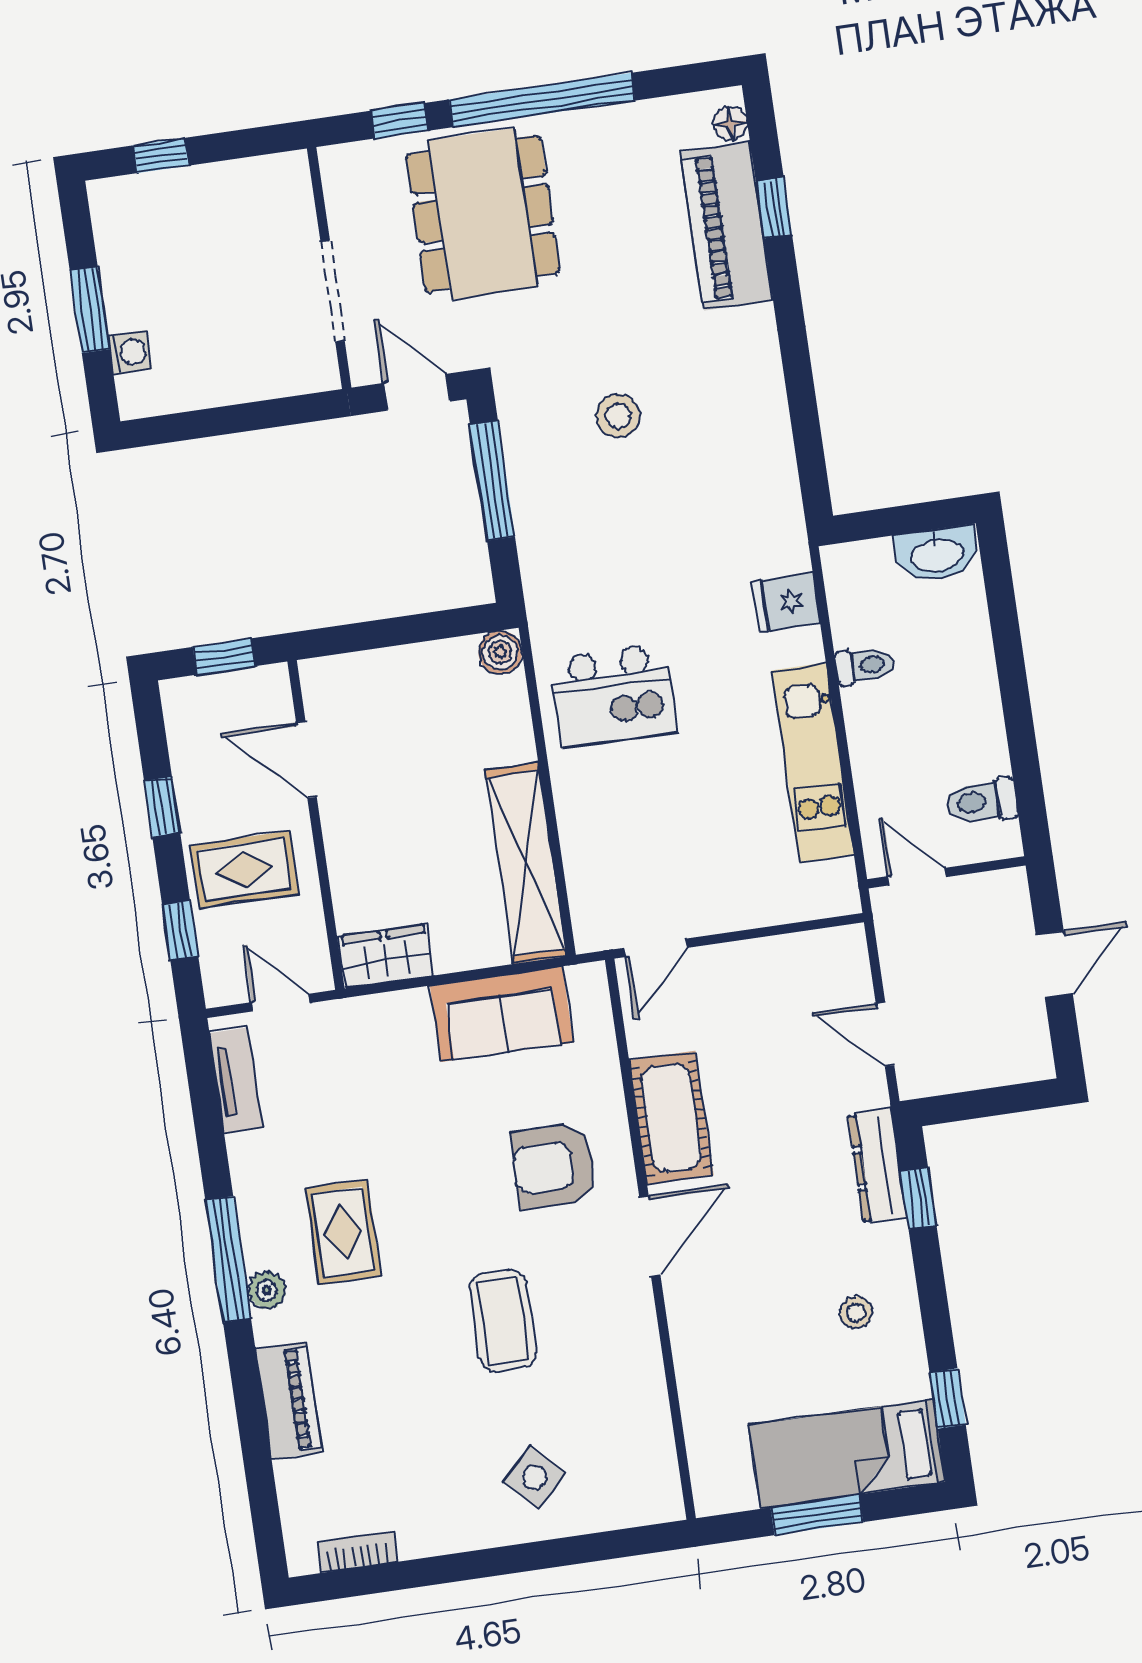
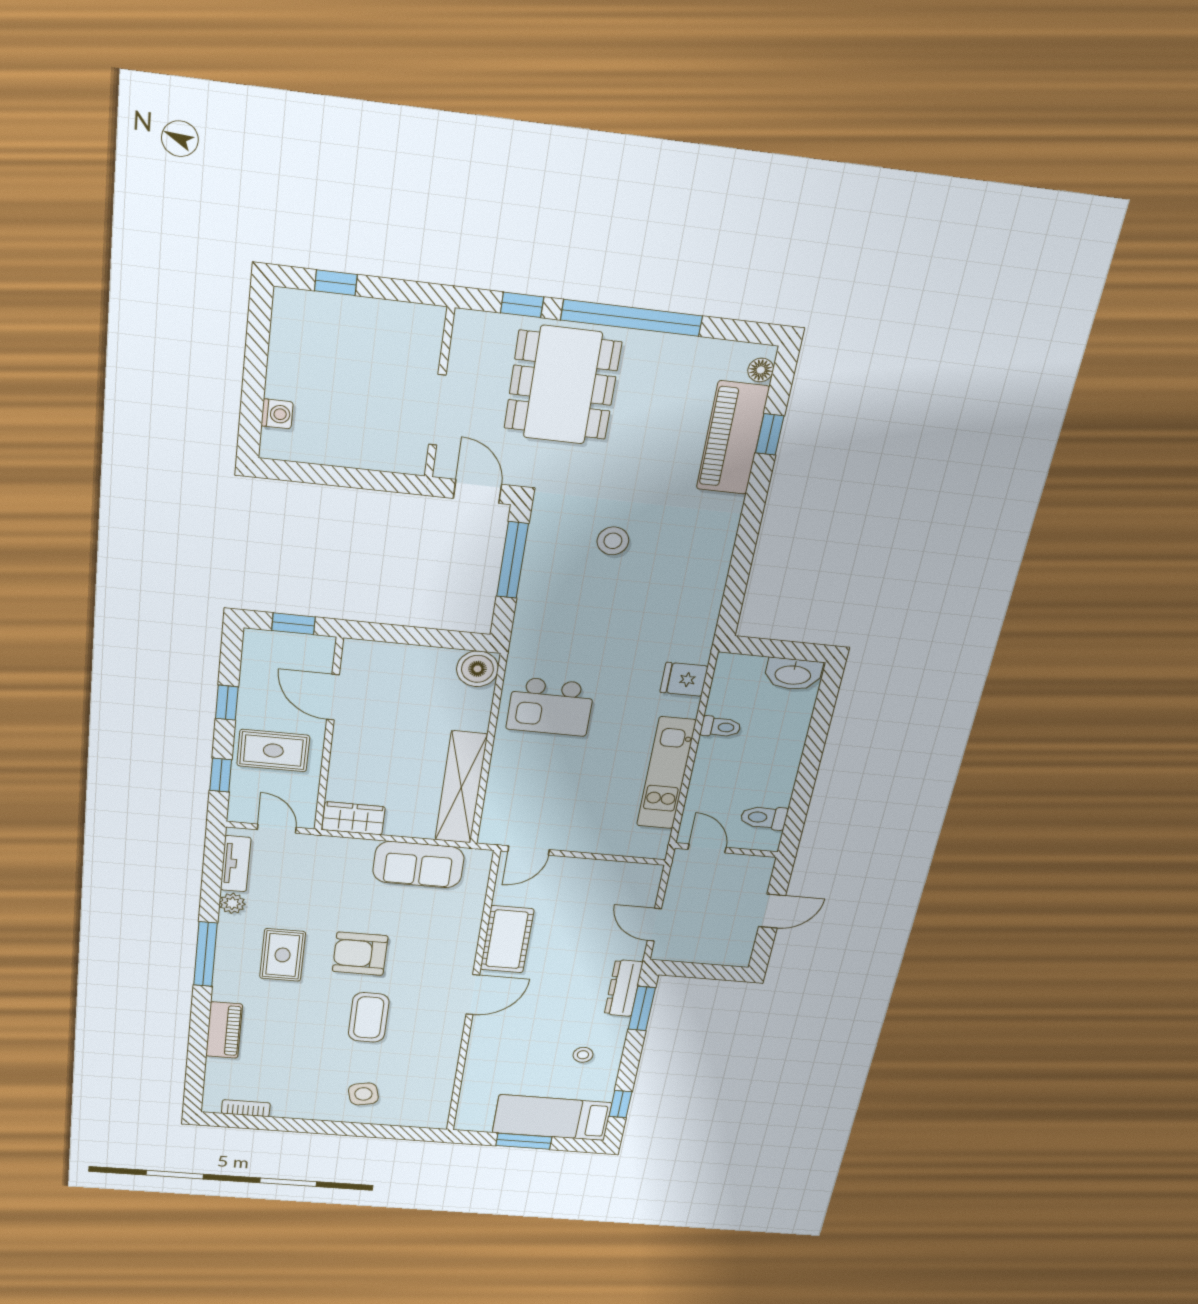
window: (90, 310) -> (254, 378), removed
boiler: (500, 652) -> (477, 669), width x1.36, depth x1.36
armchair: (554, 1166) -> (360, 954), moved
window: (918, 1198) -> (642, 1009), width x1.50
plant: (267, 1290) -> (232, 903), moved
side table: (534, 1477) -> (363, 1094), turned 31

